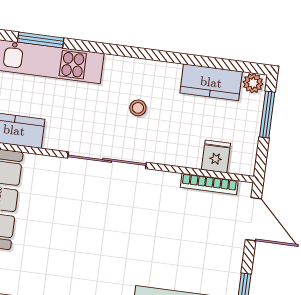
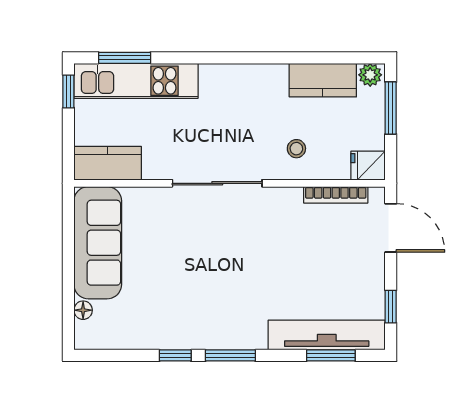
stool: (138, 108) -> (296, 149), moved
fridge: (216, 156) -> (368, 166), moved, turned -90

